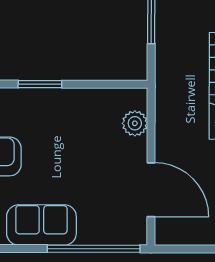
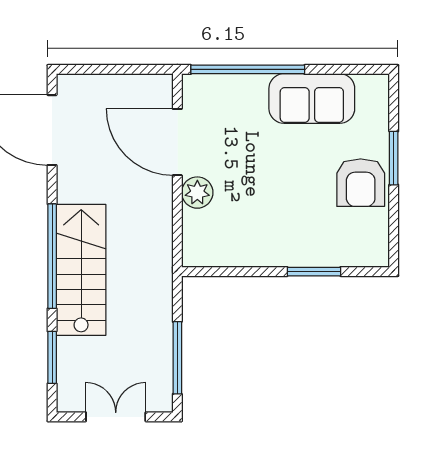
plant: (135, 123) -> (197, 193), moved

